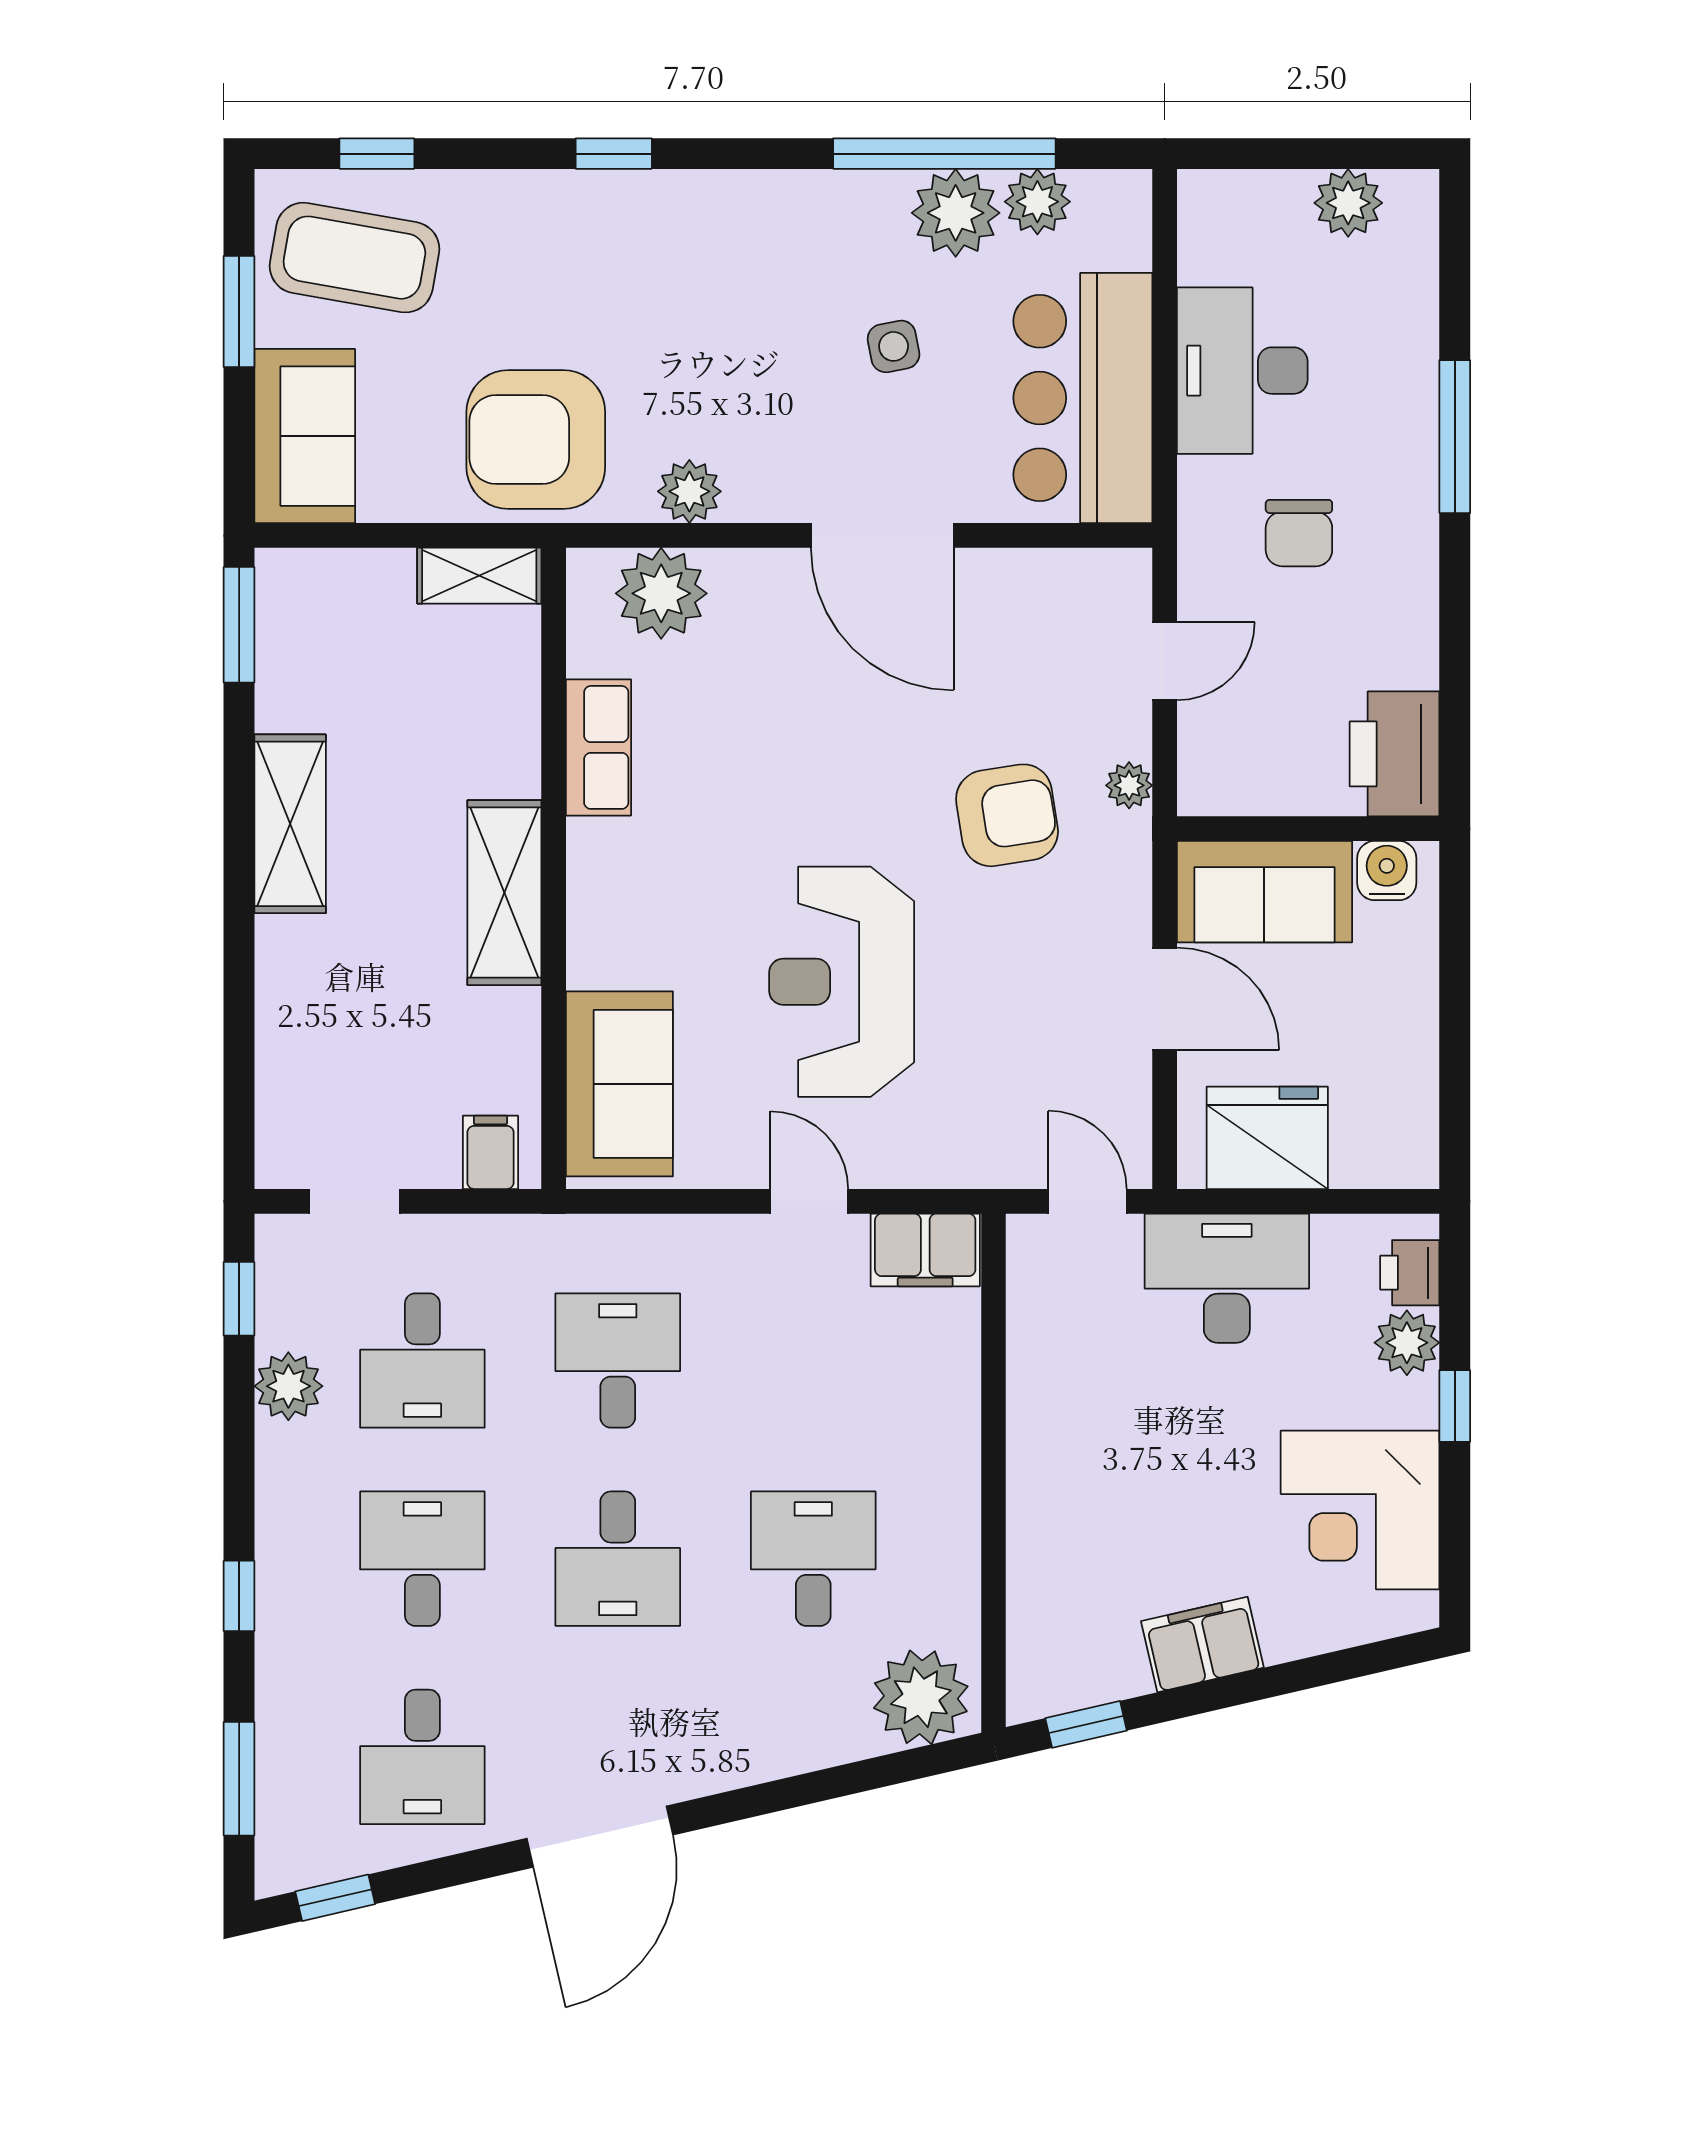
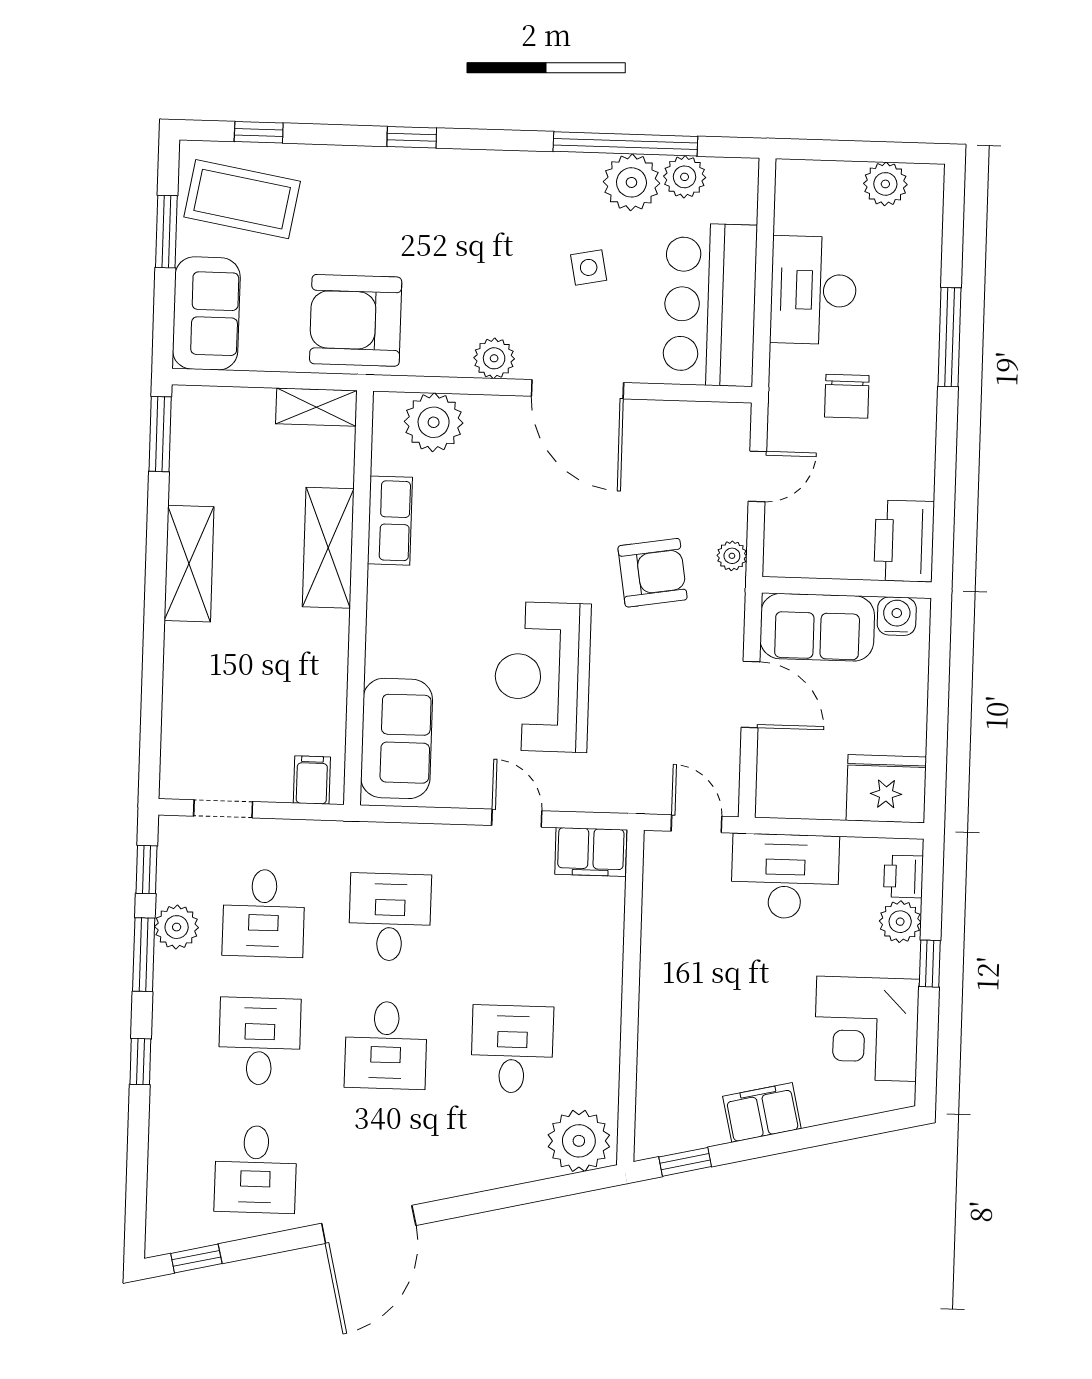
plant: (689, 491) -> (494, 358), moved
shelving: (504, 893) -> (328, 548), moved
fridge: (1267, 1138) -> (886, 789), moved
window: (239, 1779) -> (144, 955), moved

